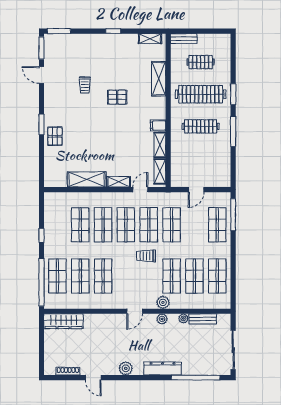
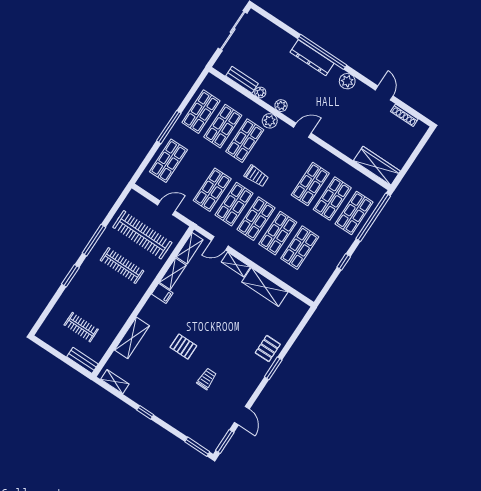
clothes rail: (201, 94) -> (142, 235), moved
window: (233, 215) -> (169, 127), moved
window: (196, 378) -> (322, 52), moved

